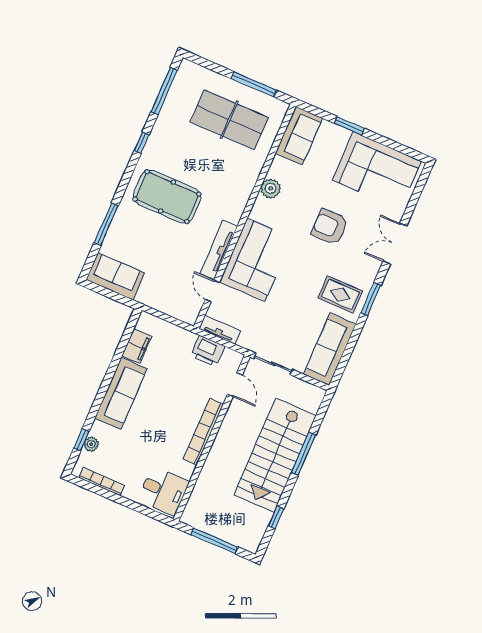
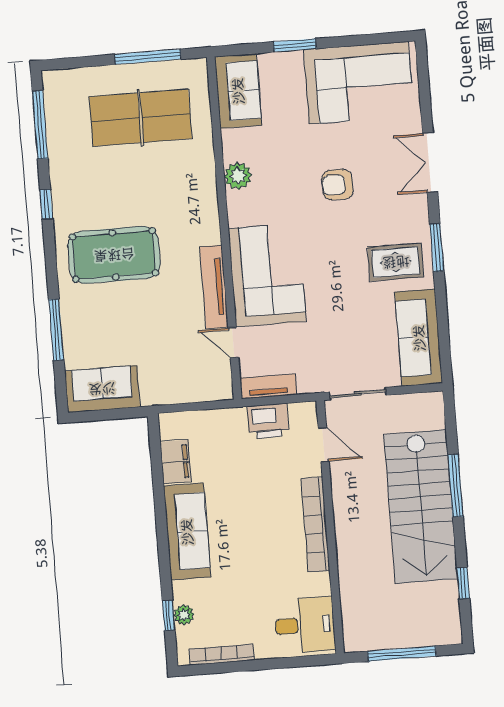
armchair: (330, 227) -> (337, 185), width x0.72, depth x0.72

